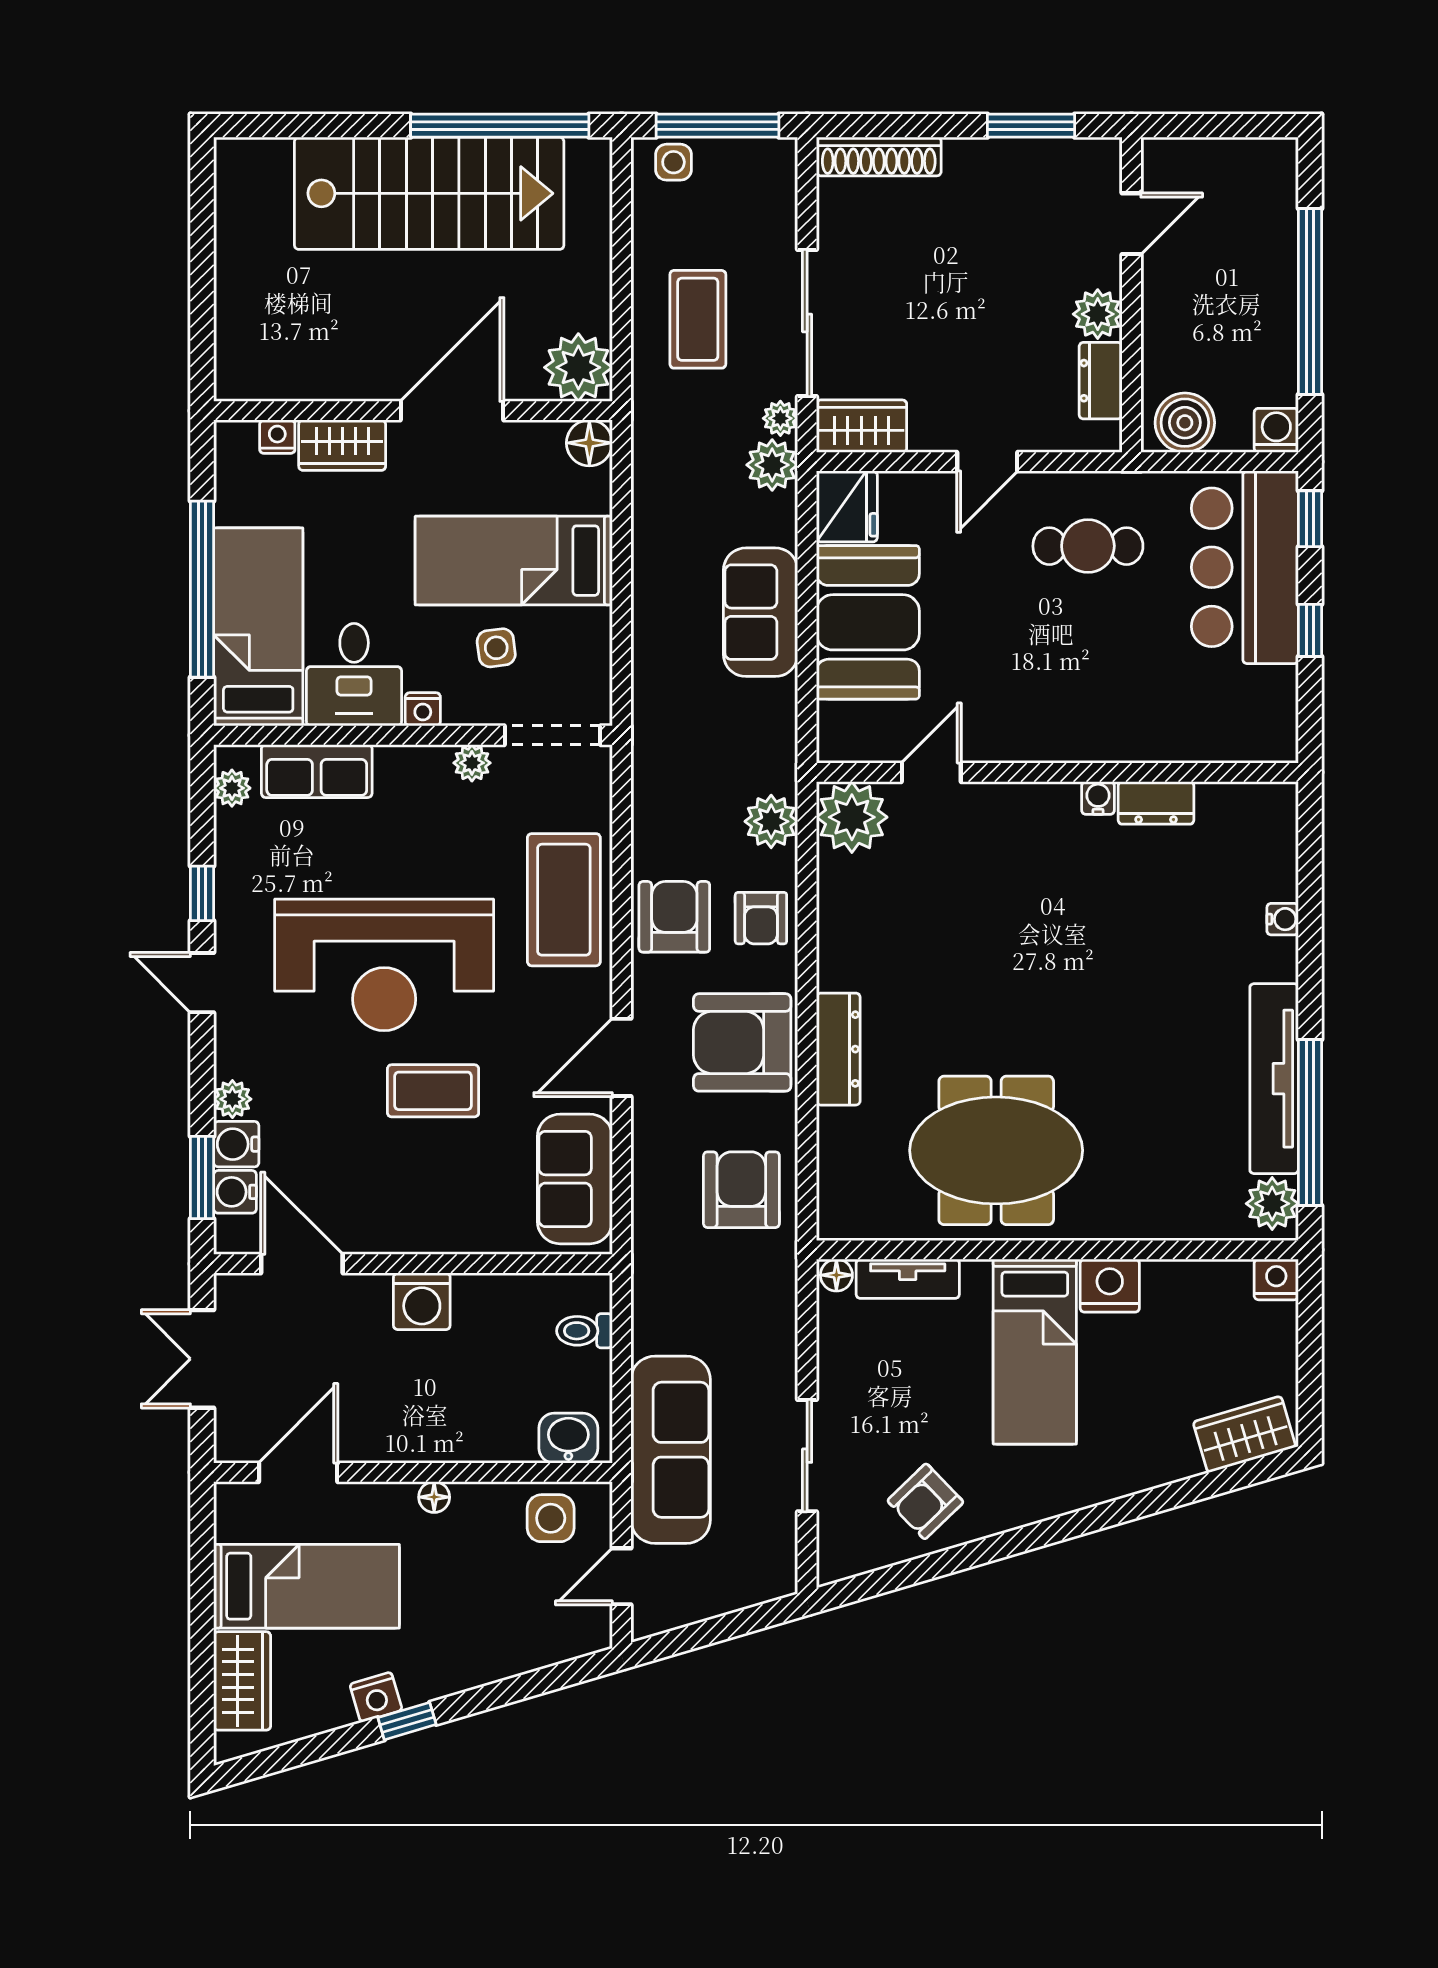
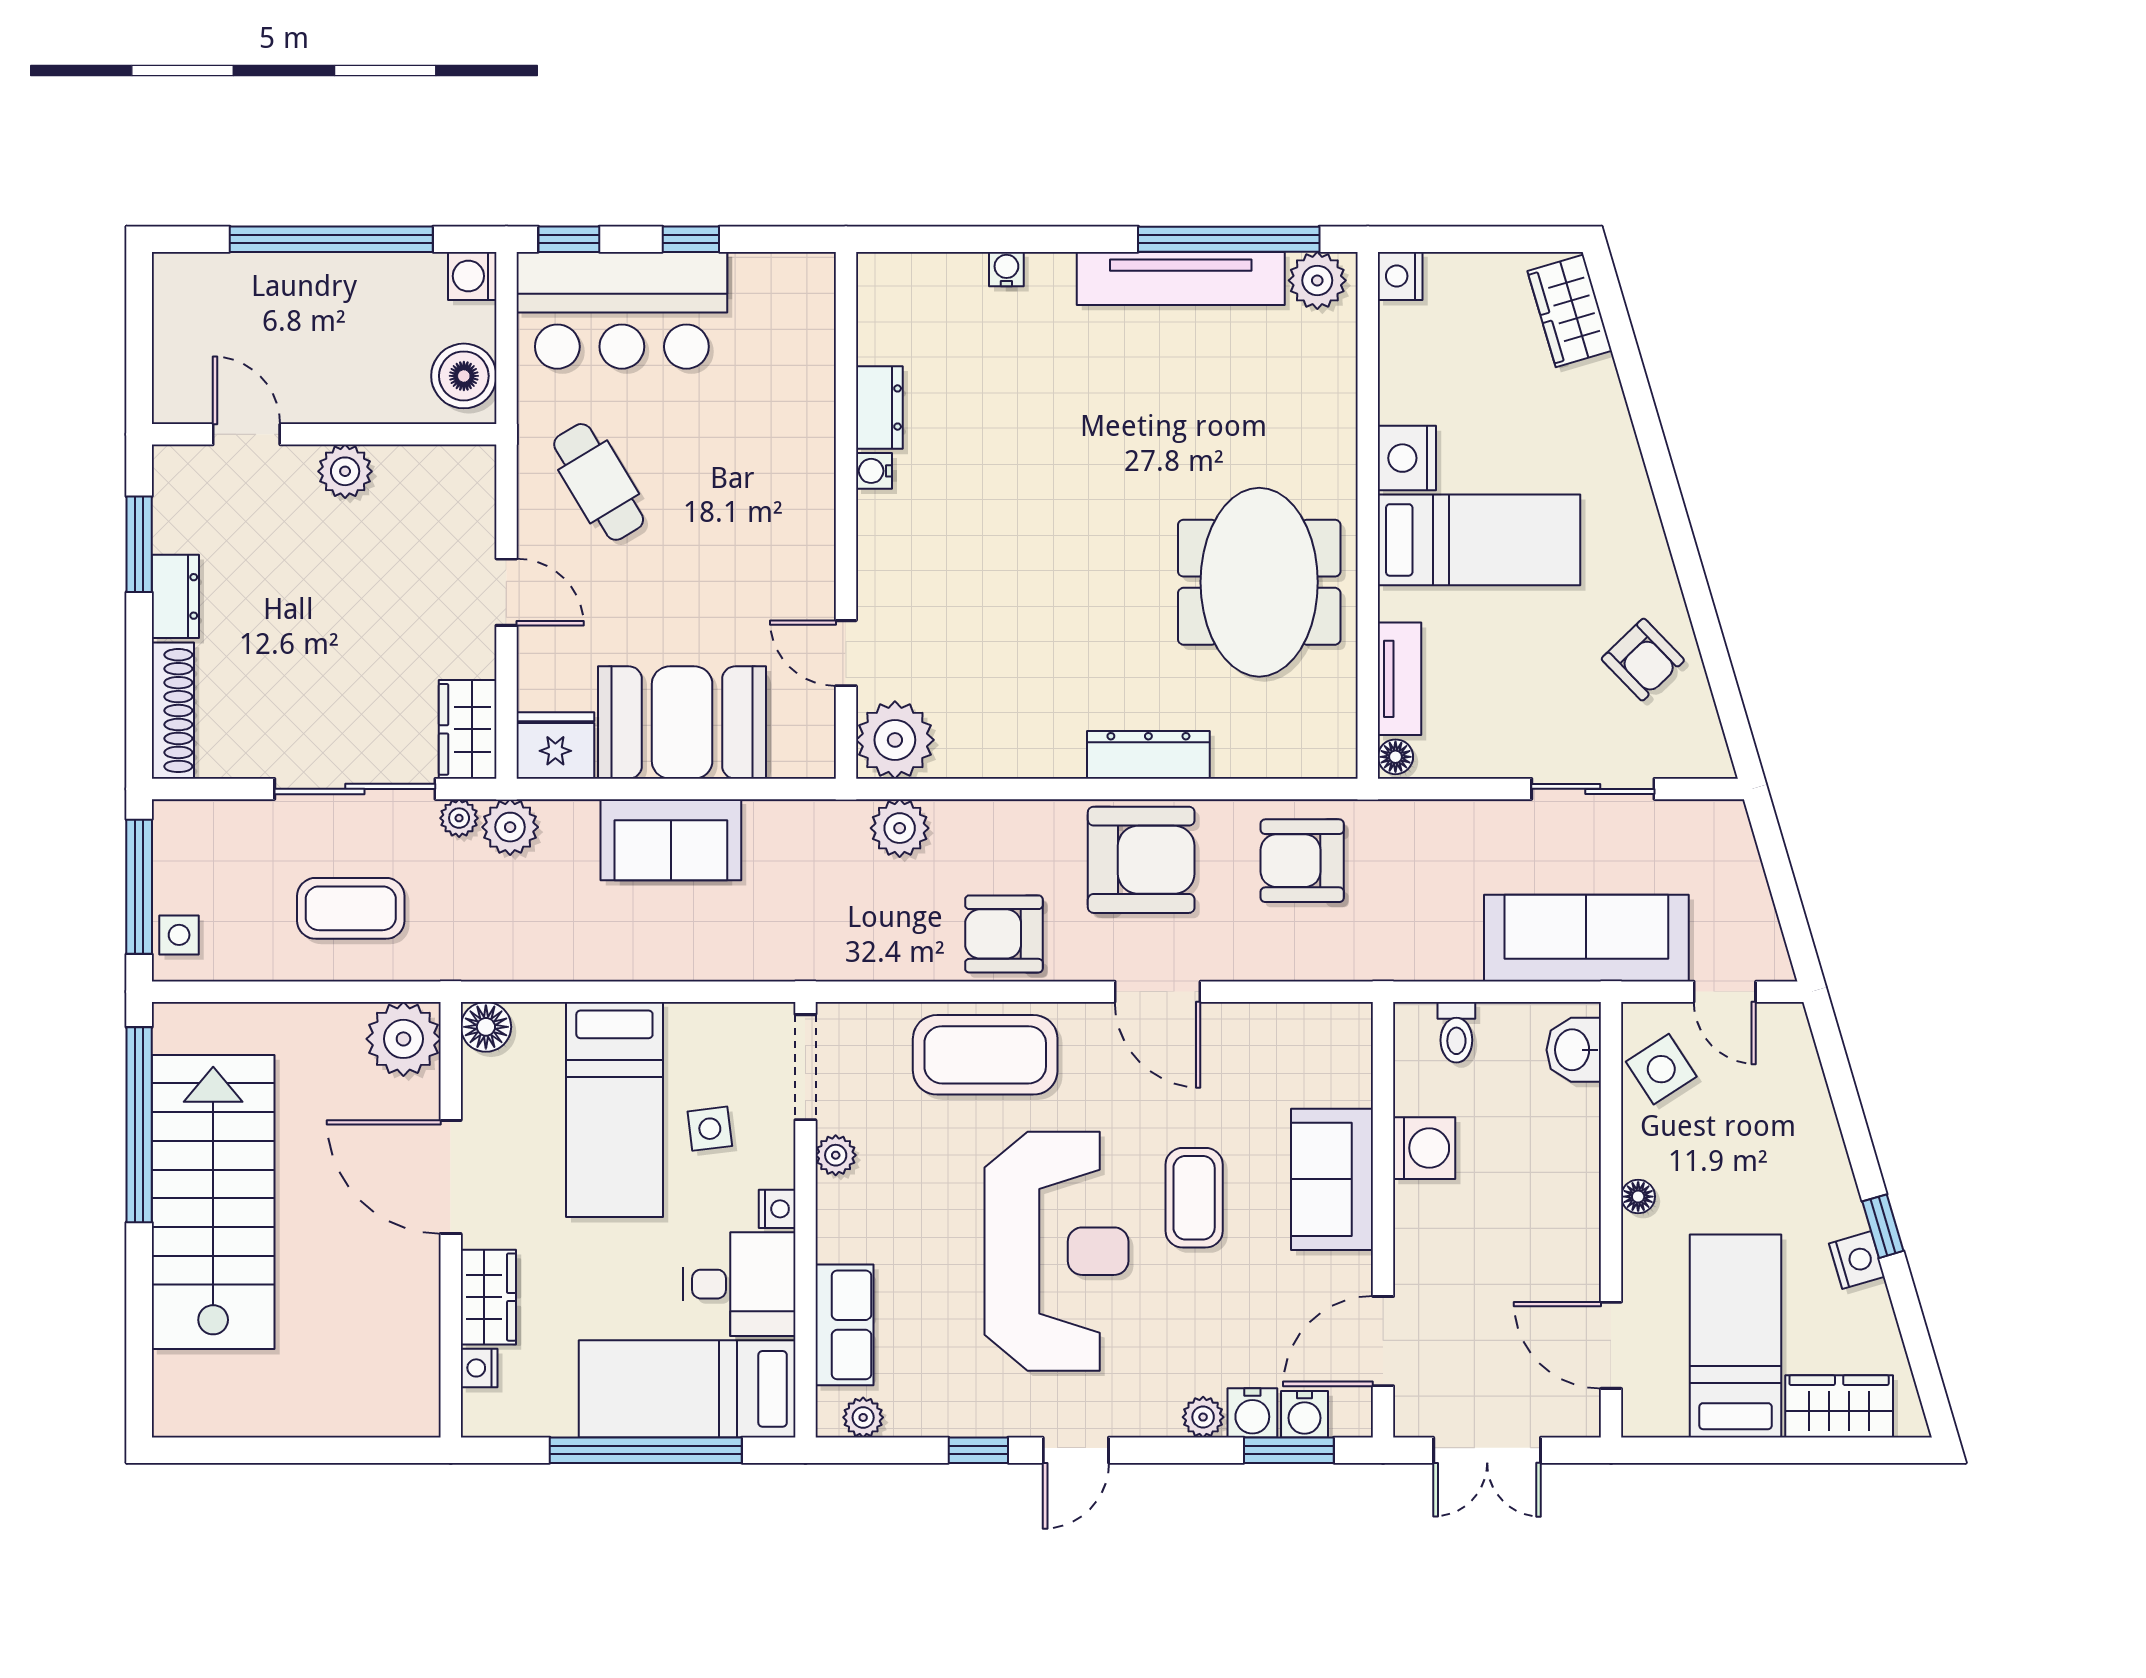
dresser: (1101, 381) -> (175, 596), moved, turned -90
cafe table: (1088, 546) -> (599, 482), turned -31
armchair: (761, 918) -> (1005, 839), removed
armchair: (742, 1042) -> (1141, 860), turned -90
sofa: (575, 1179) -> (1332, 1179), moved, turned 90
washing machine: (422, 1301) -> (1424, 1148), moved
side table: (551, 1518) -> (1661, 1069), turned -33

